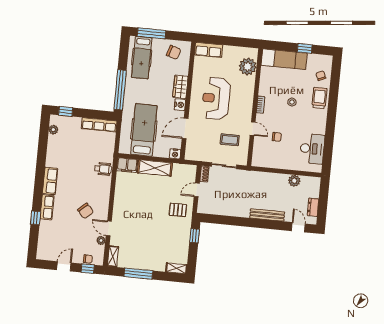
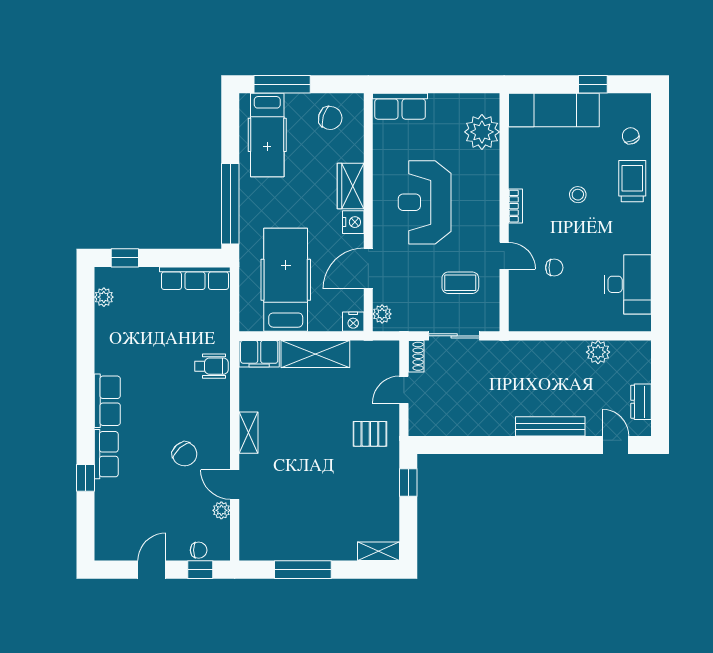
plant: (190, 151) -> (382, 314), added
shelving: (113, 256) -> (248, 433), moved

